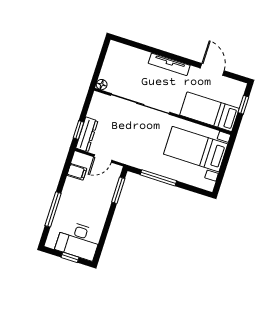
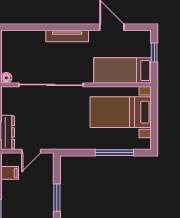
window: (158, 178) -> (114, 153), moved
window: (118, 190) -> (57, 198), moved

